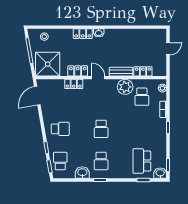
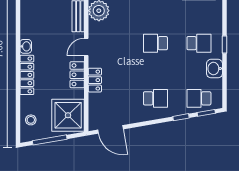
locker: (83, 34) -> (27, 75), width x1.53
school desk: (60, 129) -> (155, 98), turned 90
school desk: (101, 129) -> (155, 43), turned 180

